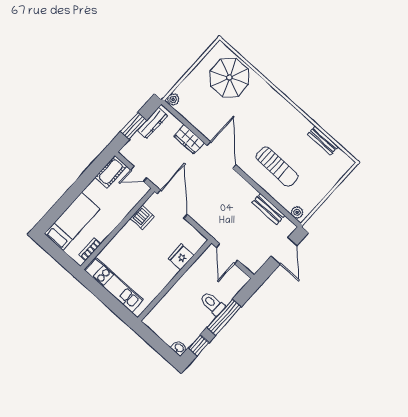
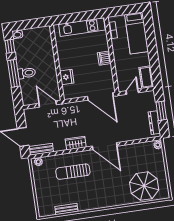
wardrobe: (189, 139) -> (76, 143), moved
bench: (268, 209) -> (41, 149), moved
dishwasher: (142, 217) -> (104, 58), moved

